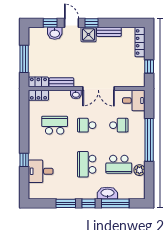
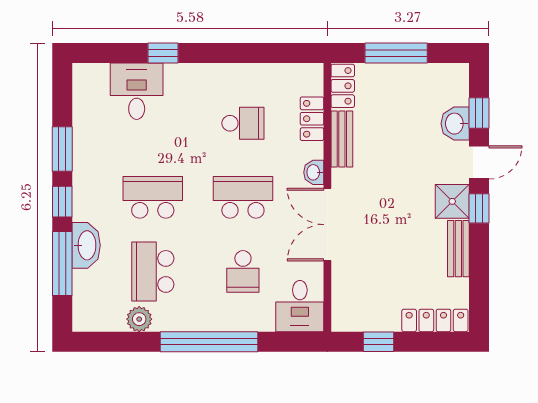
locker: (38, 95) -> (312, 119), moved
school desk: (55, 125) -> (243, 123), width x0.54
school desk: (87, 125) -> (243, 197), width x1.85

